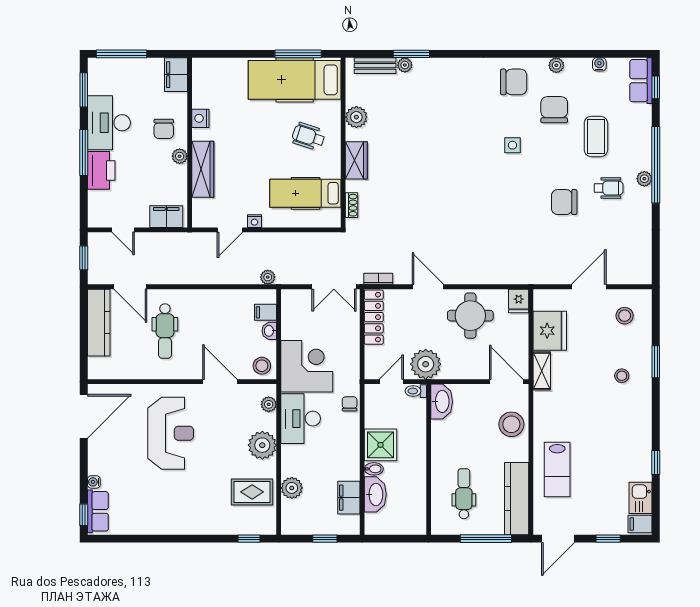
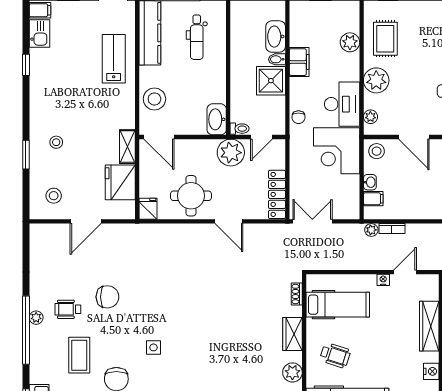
bookcase: (378, 279) -> (392, 229), moved
rug: (252, 492) -> (385, 39), turned 90
filing cabinet: (349, 498) -> (299, 62), moved

